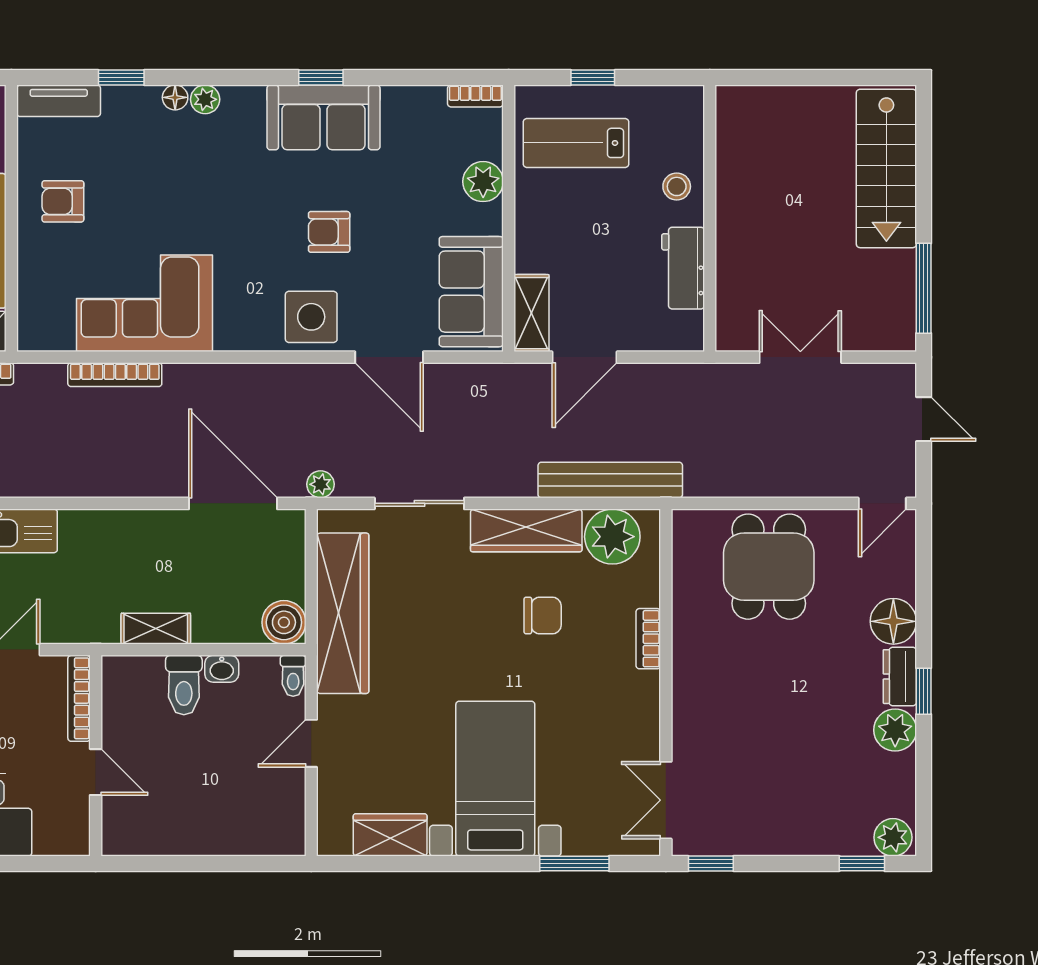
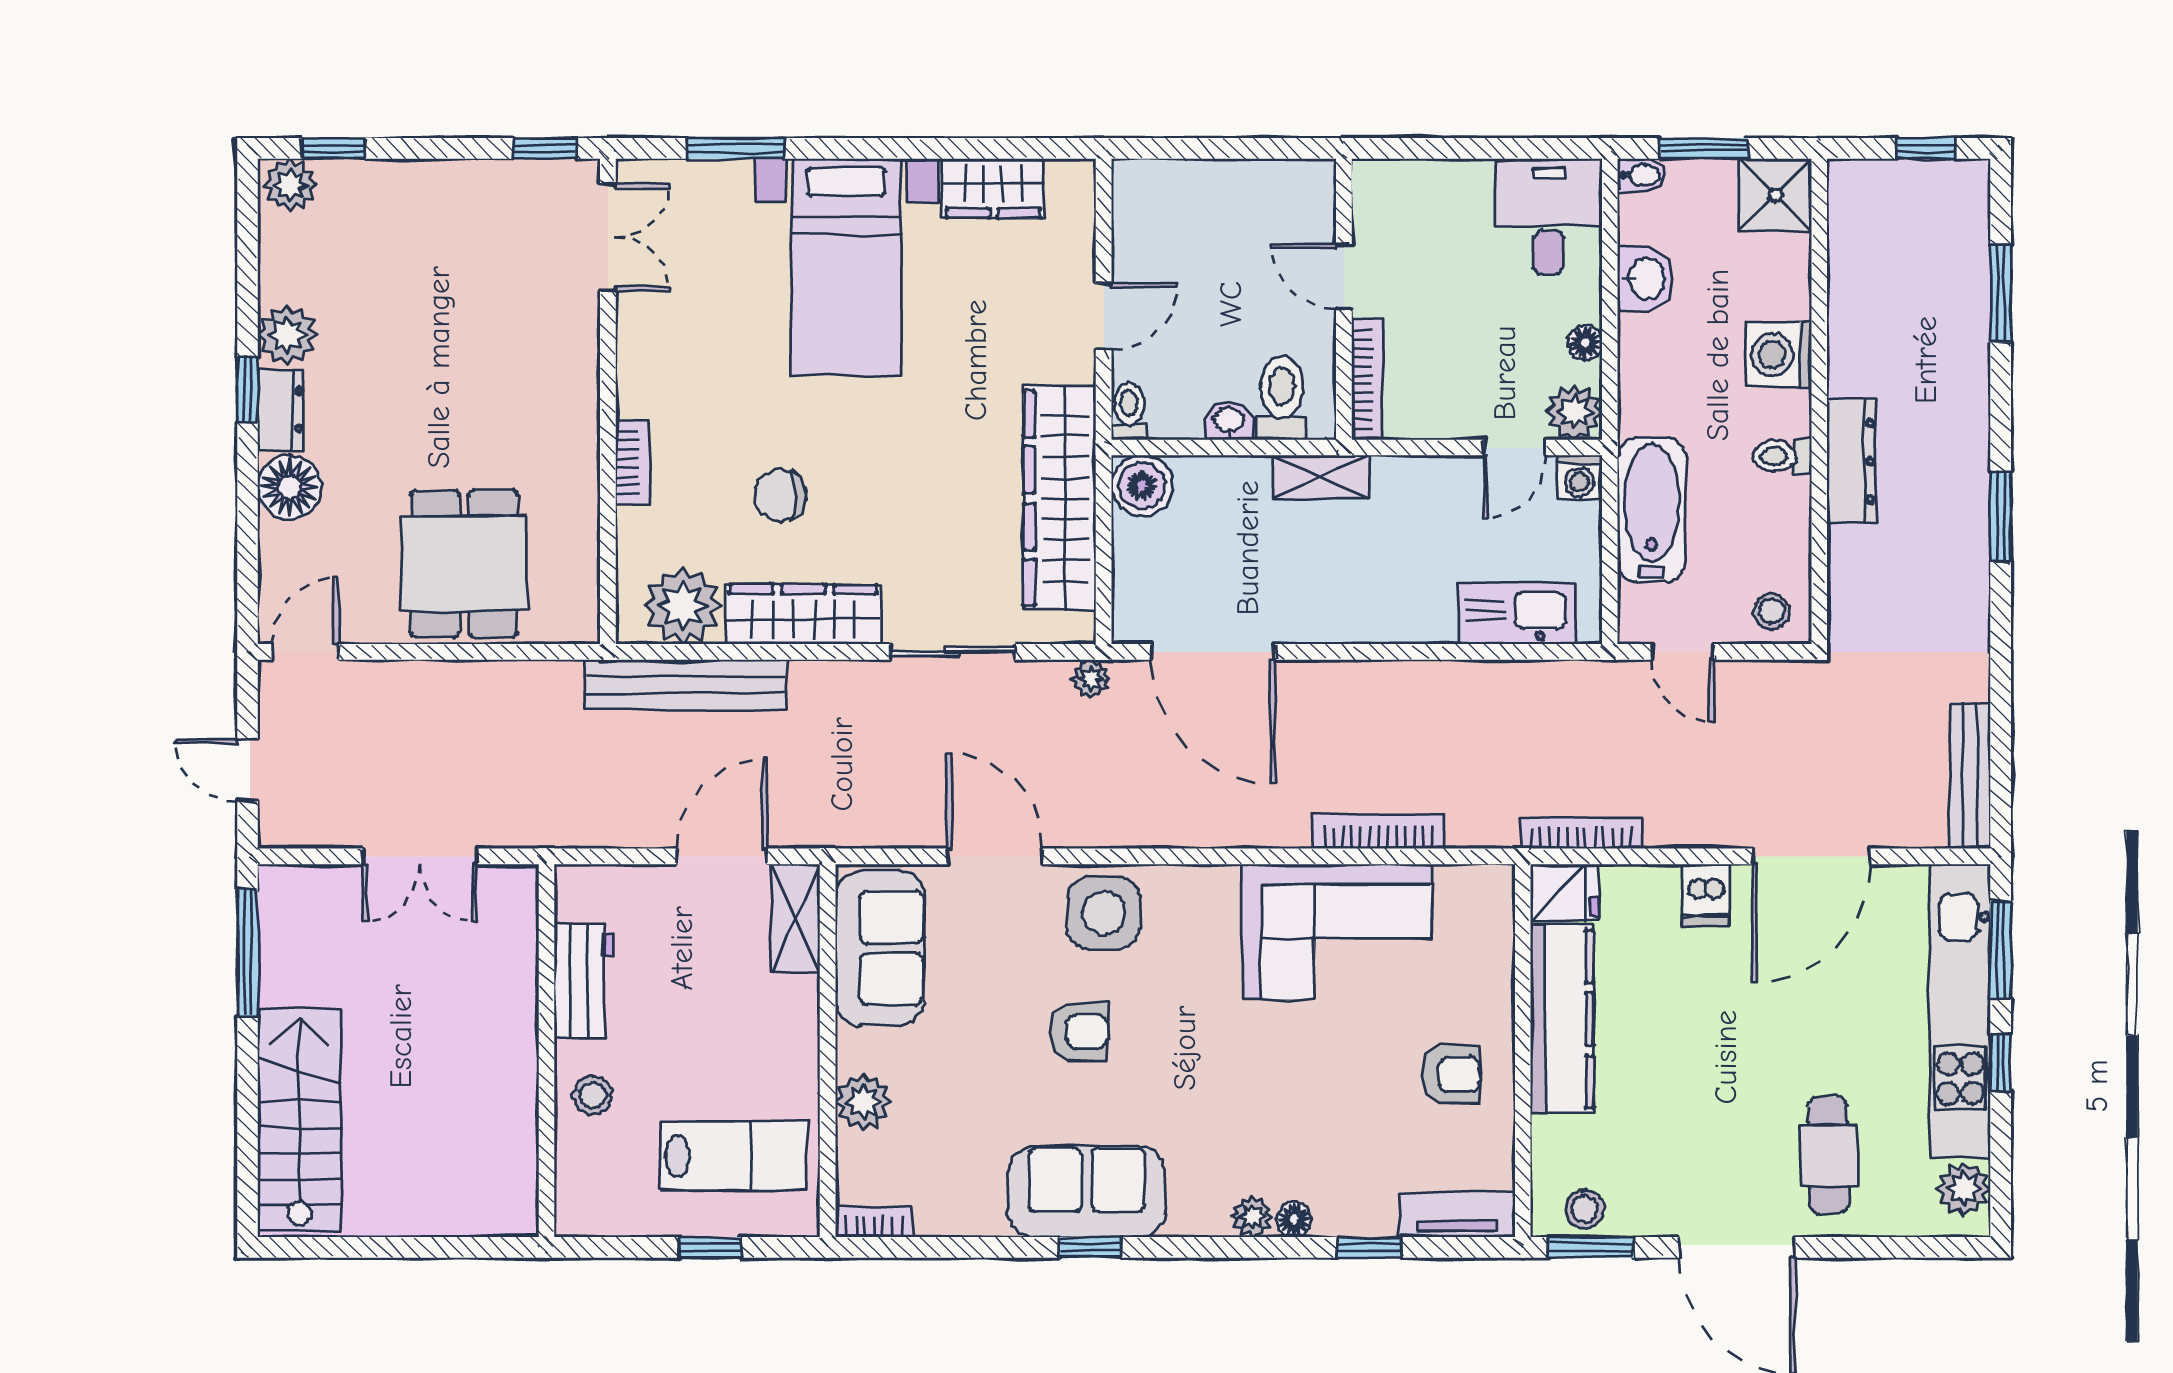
bookcase: (79, 698) -> (1367, 379), moved
wall: (96, 756) -> (1344, 299), moved
door: (96, 772) -> (1344, 276), moved

